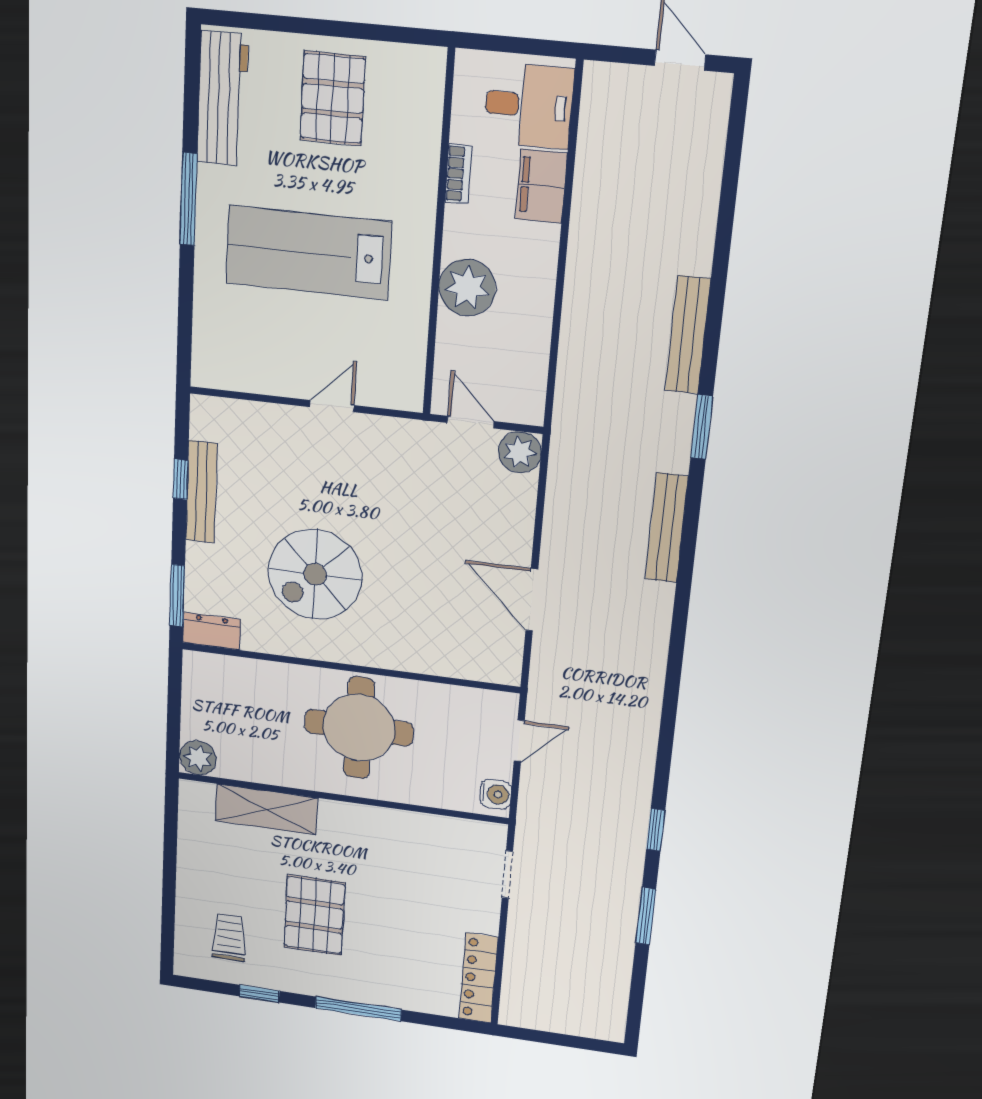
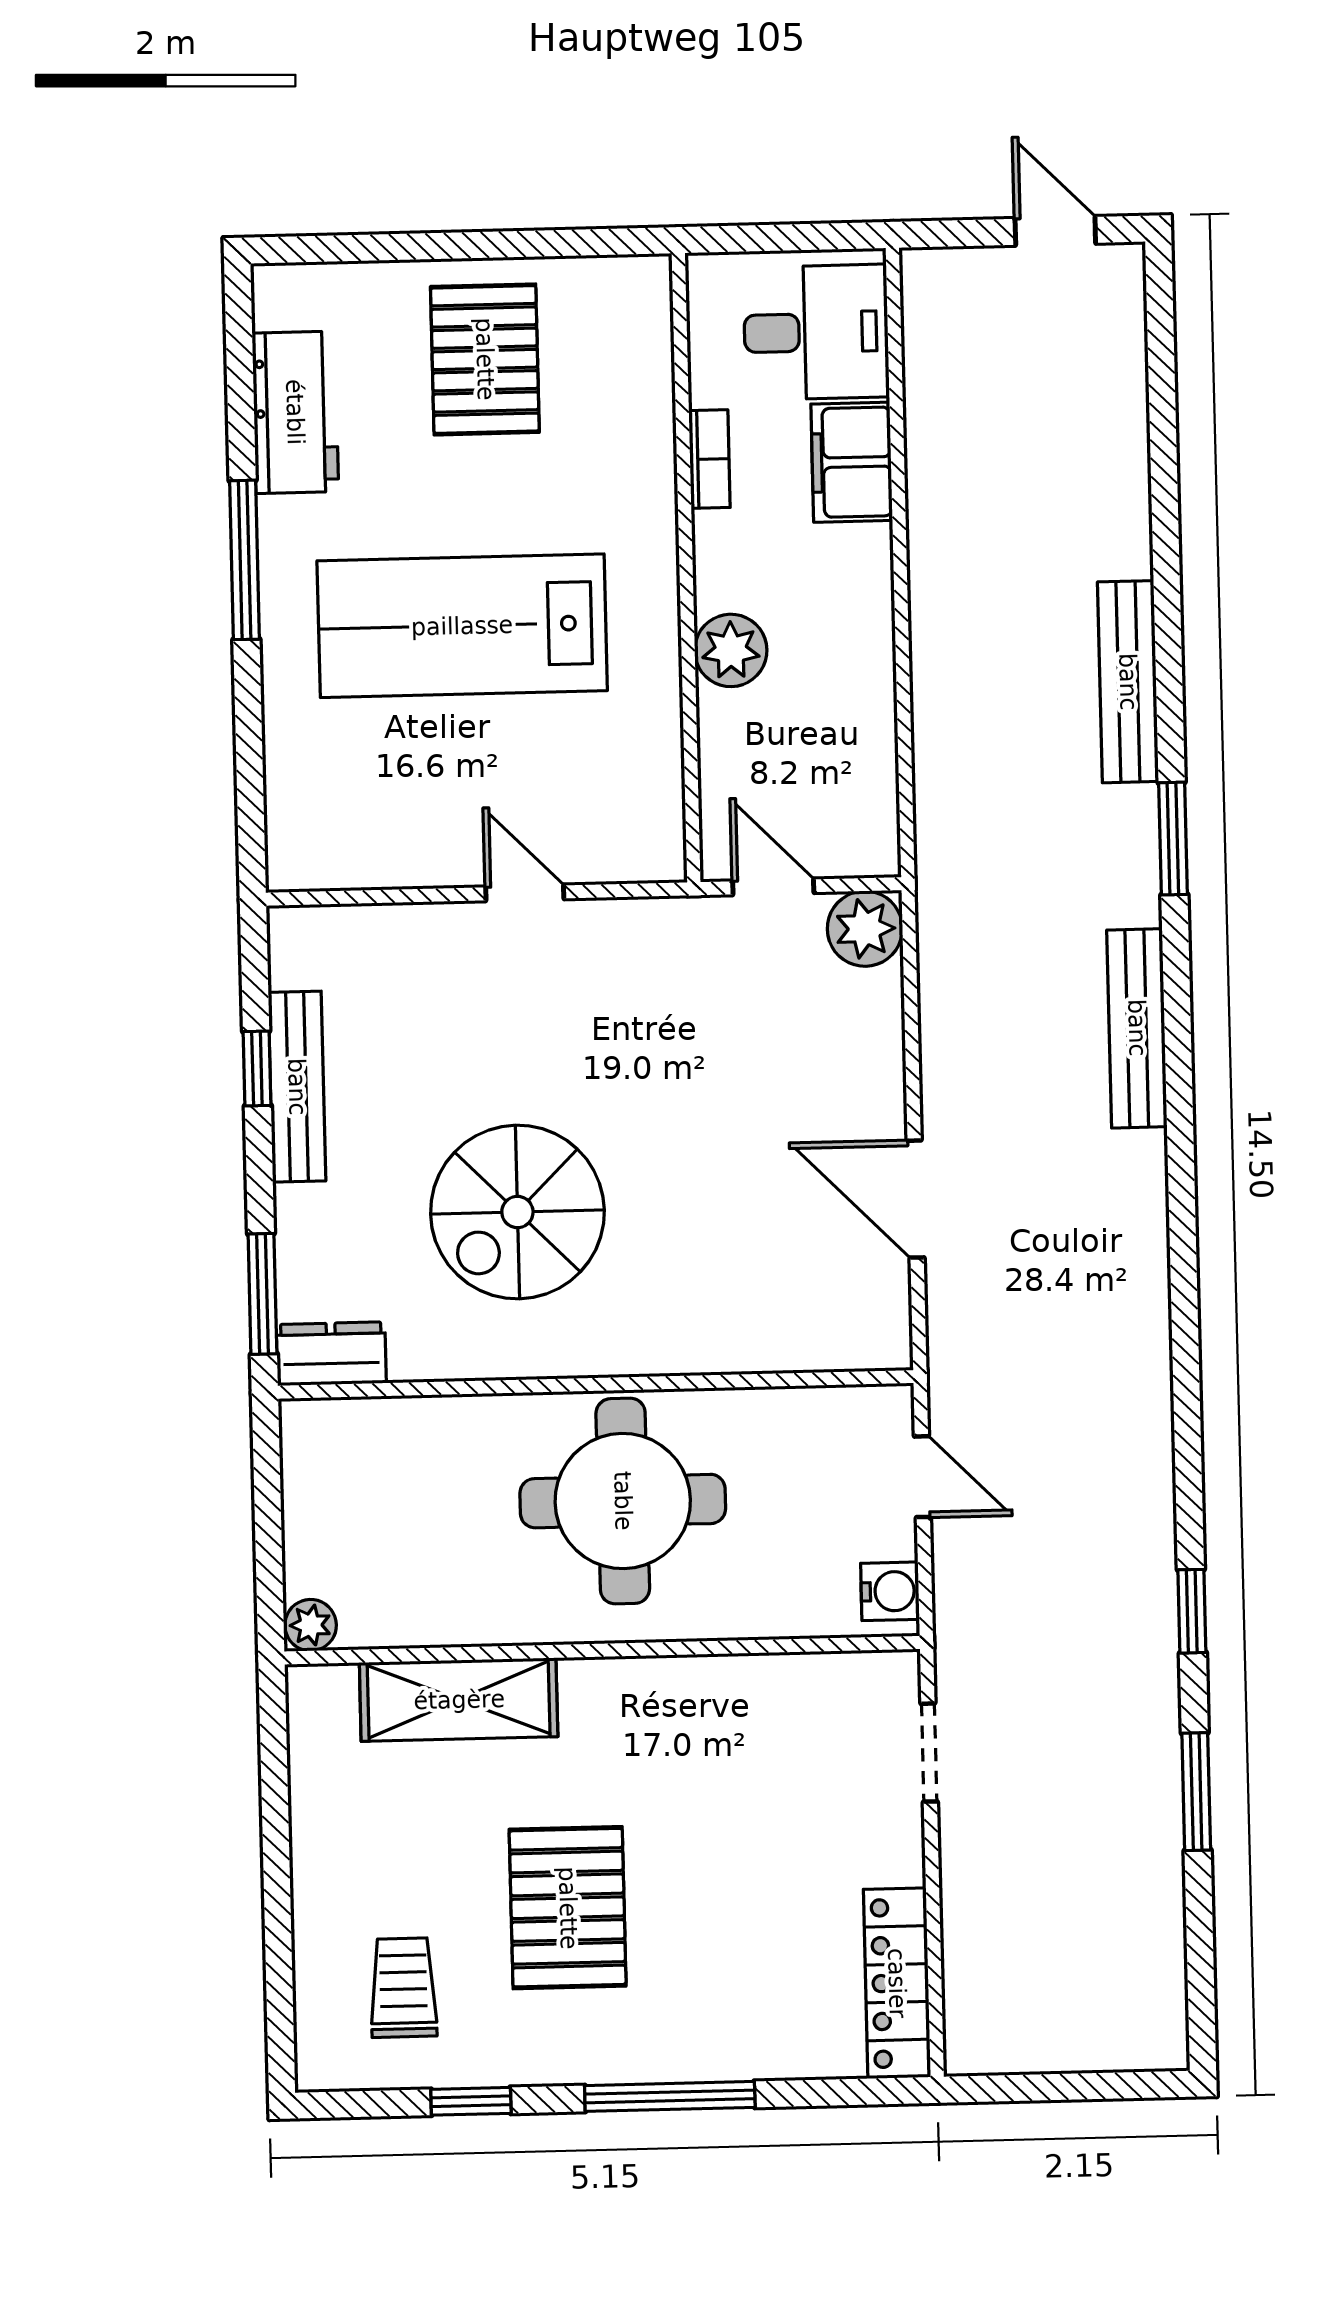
workbench: (222, 99) -> (295, 412), width x0.73
plant: (467, 288) -> (731, 650), width x0.73, depth x0.73
door: (332, 406) -> (525, 893), hinge flipped
door: (519, 741) -> (922, 1477), hinge flipped
plant: (198, 758) -> (311, 1625), width x0.73, depth x0.73

